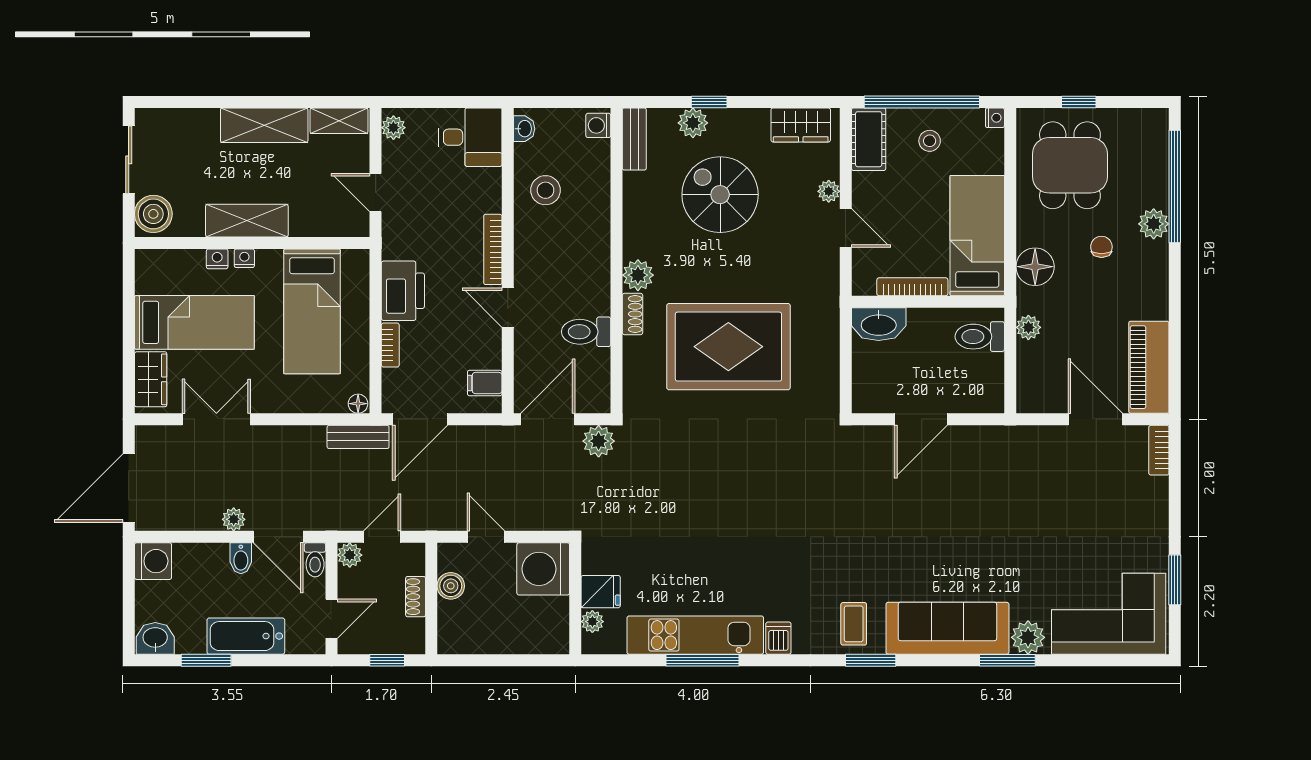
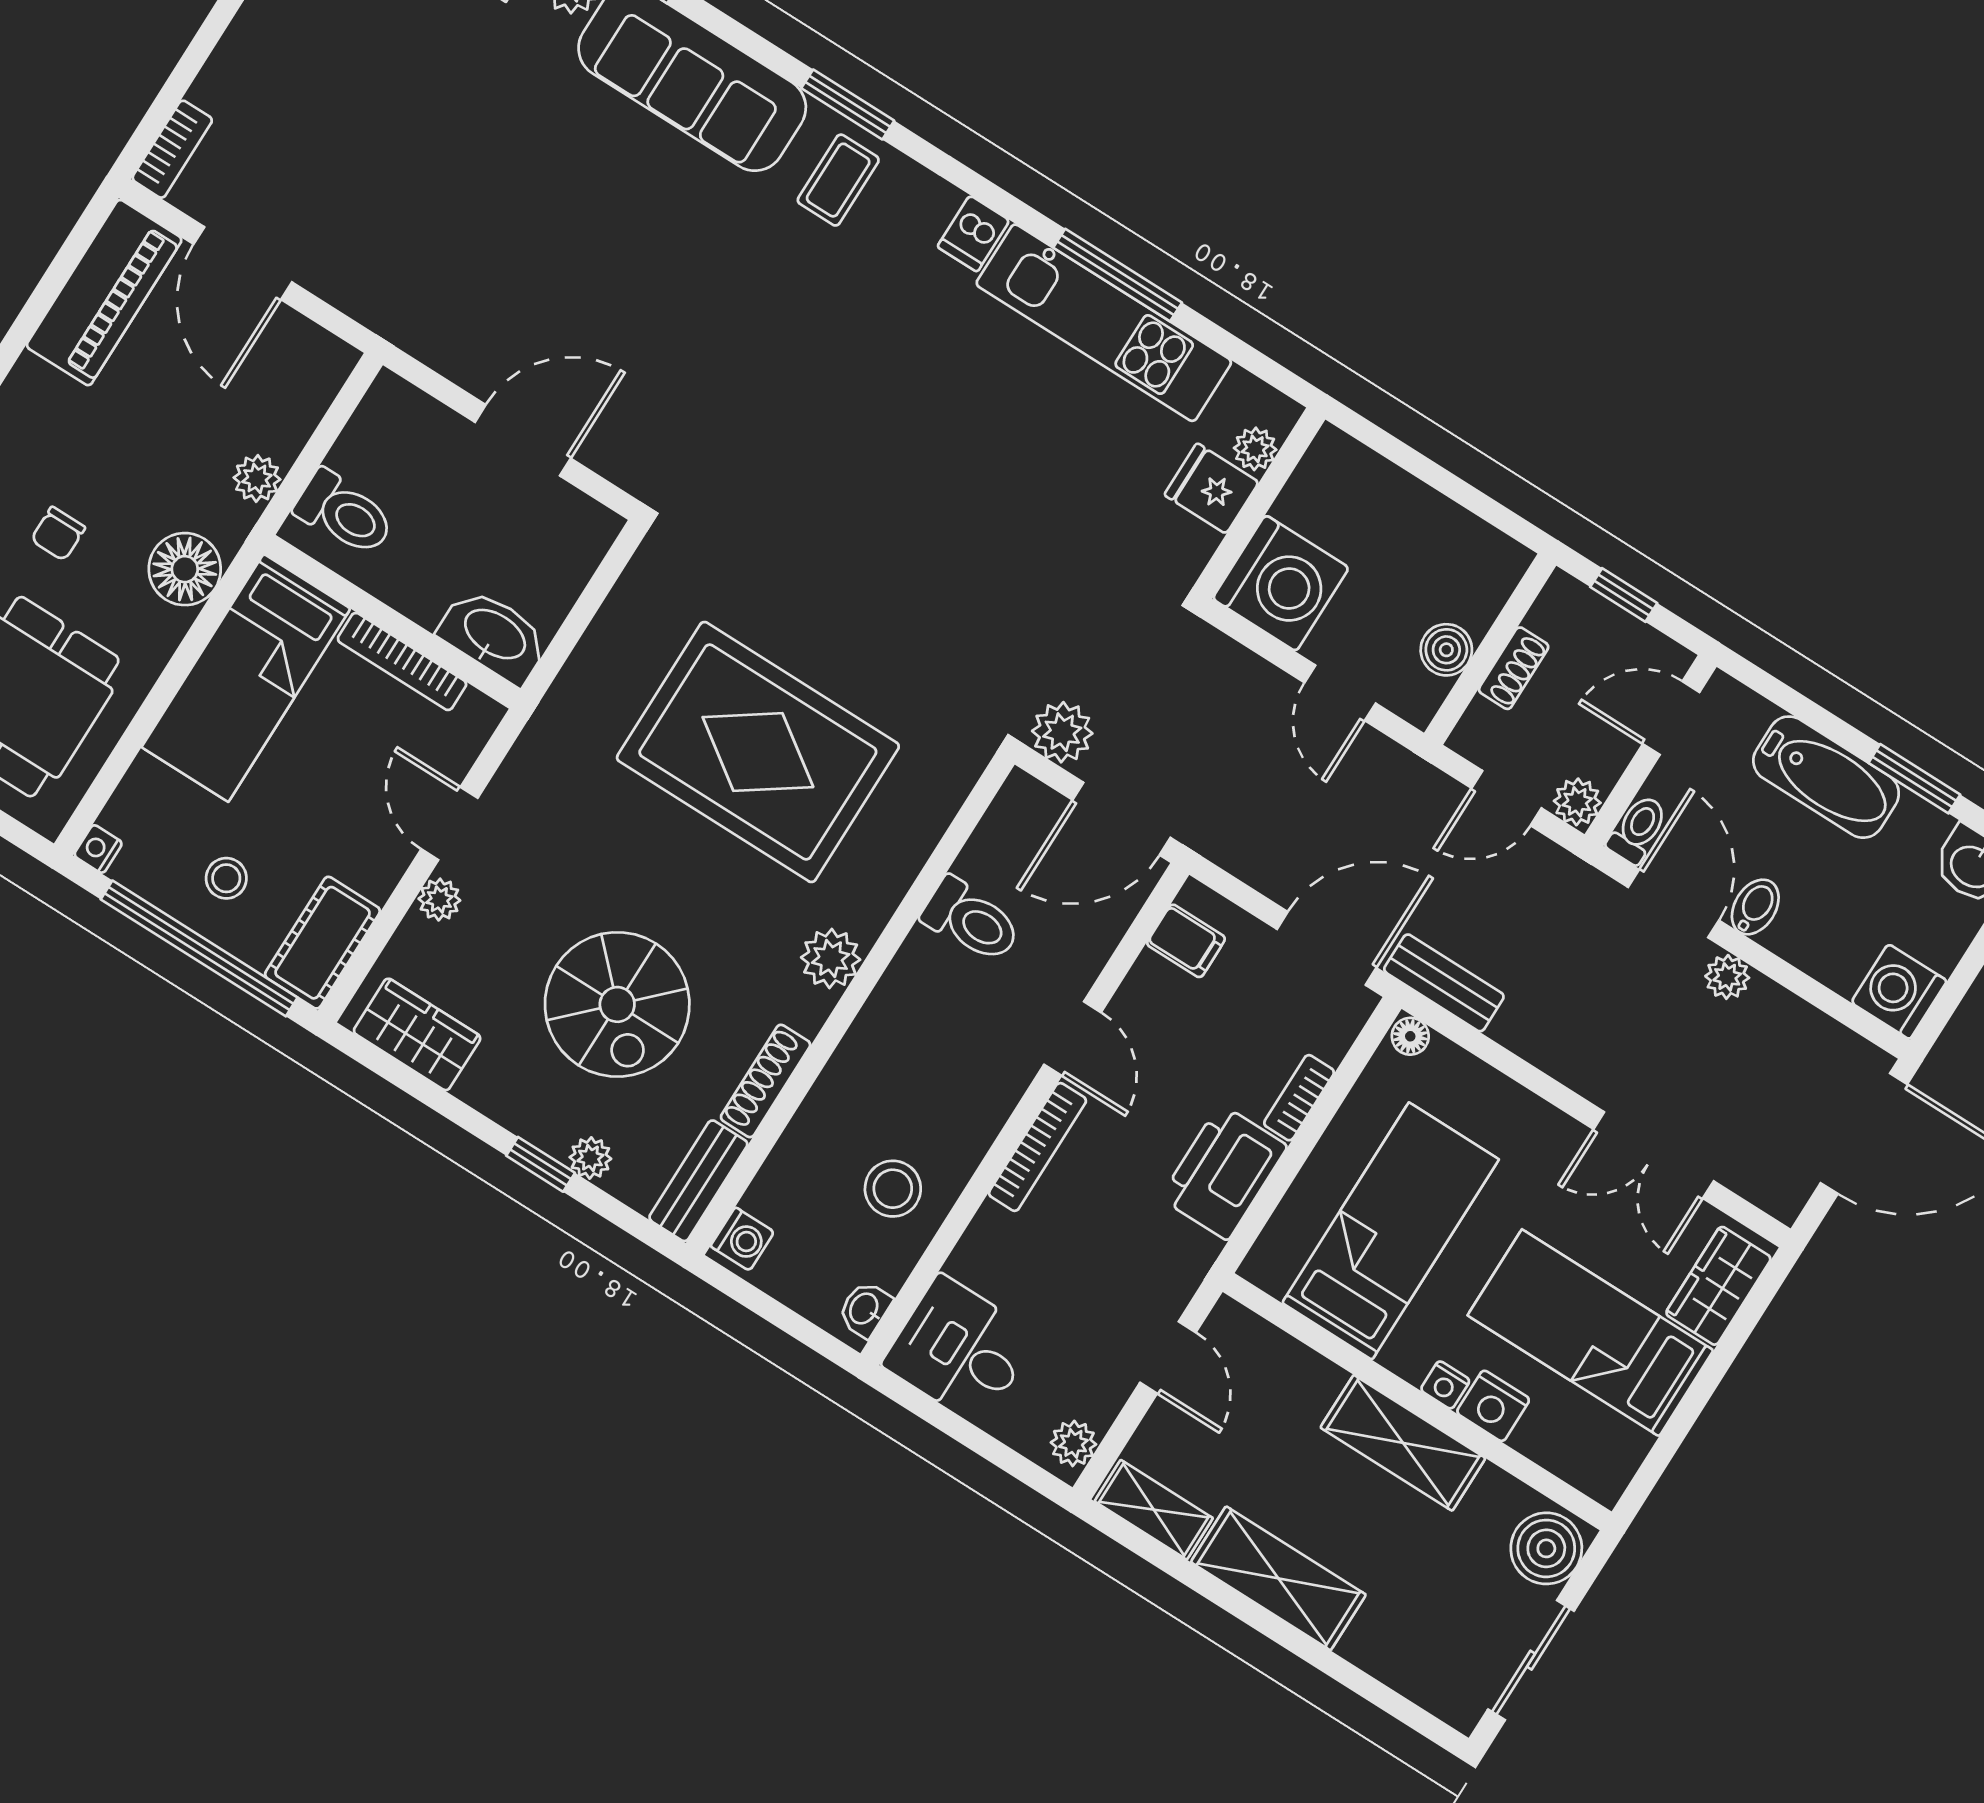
plant: (693, 123) -> (590, 1158), width x0.73, depth x0.73
nightstand: (217, 259) -> (1493, 1406), width x1.39, depth x1.35
shoe rack: (632, 314) -> (766, 1081), moved, width x1.43

